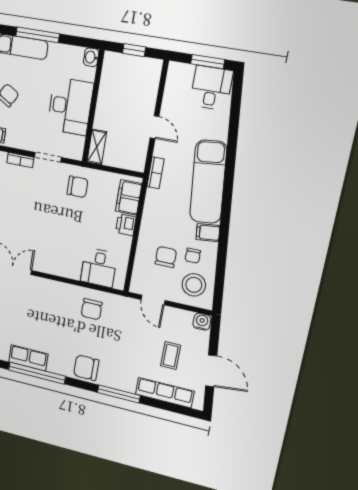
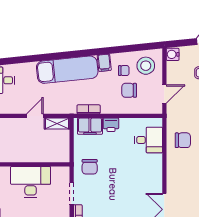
shelving: (97, 147) -> (57, 124), moved
bookcase: (155, 173) -> (89, 109), moved
chair: (77, 187) -> (90, 167), turned 180

